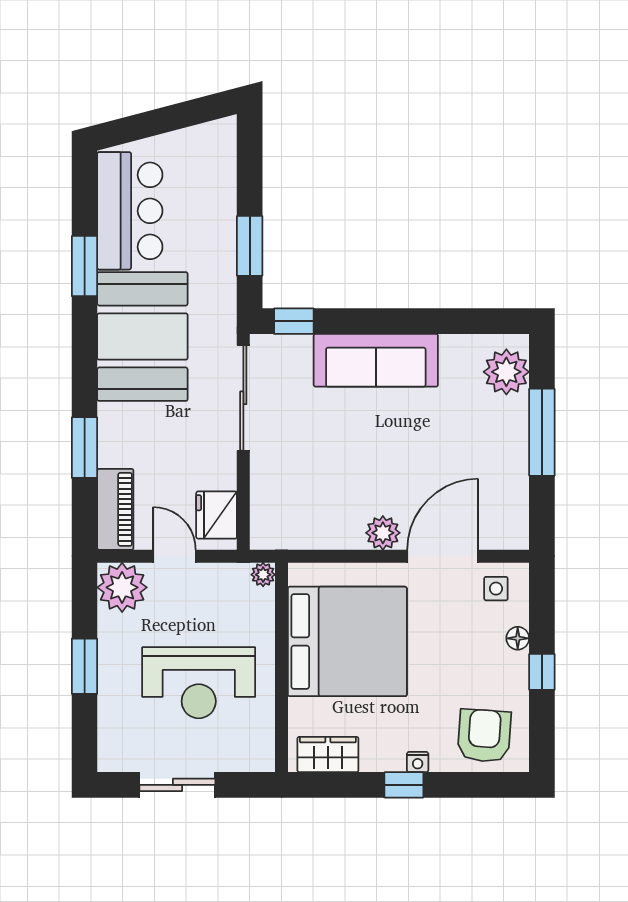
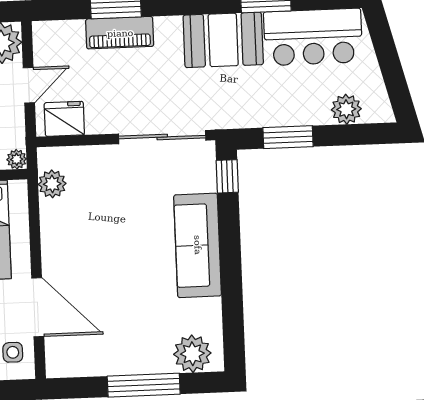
plant: (219, 174) -> (346, 109), added
booth: (142, 337) -> (223, 40), width x0.73, depth x0.70
piano: (115, 509) -> (120, 33), moved
plant: (383, 533) -> (52, 184), moved

